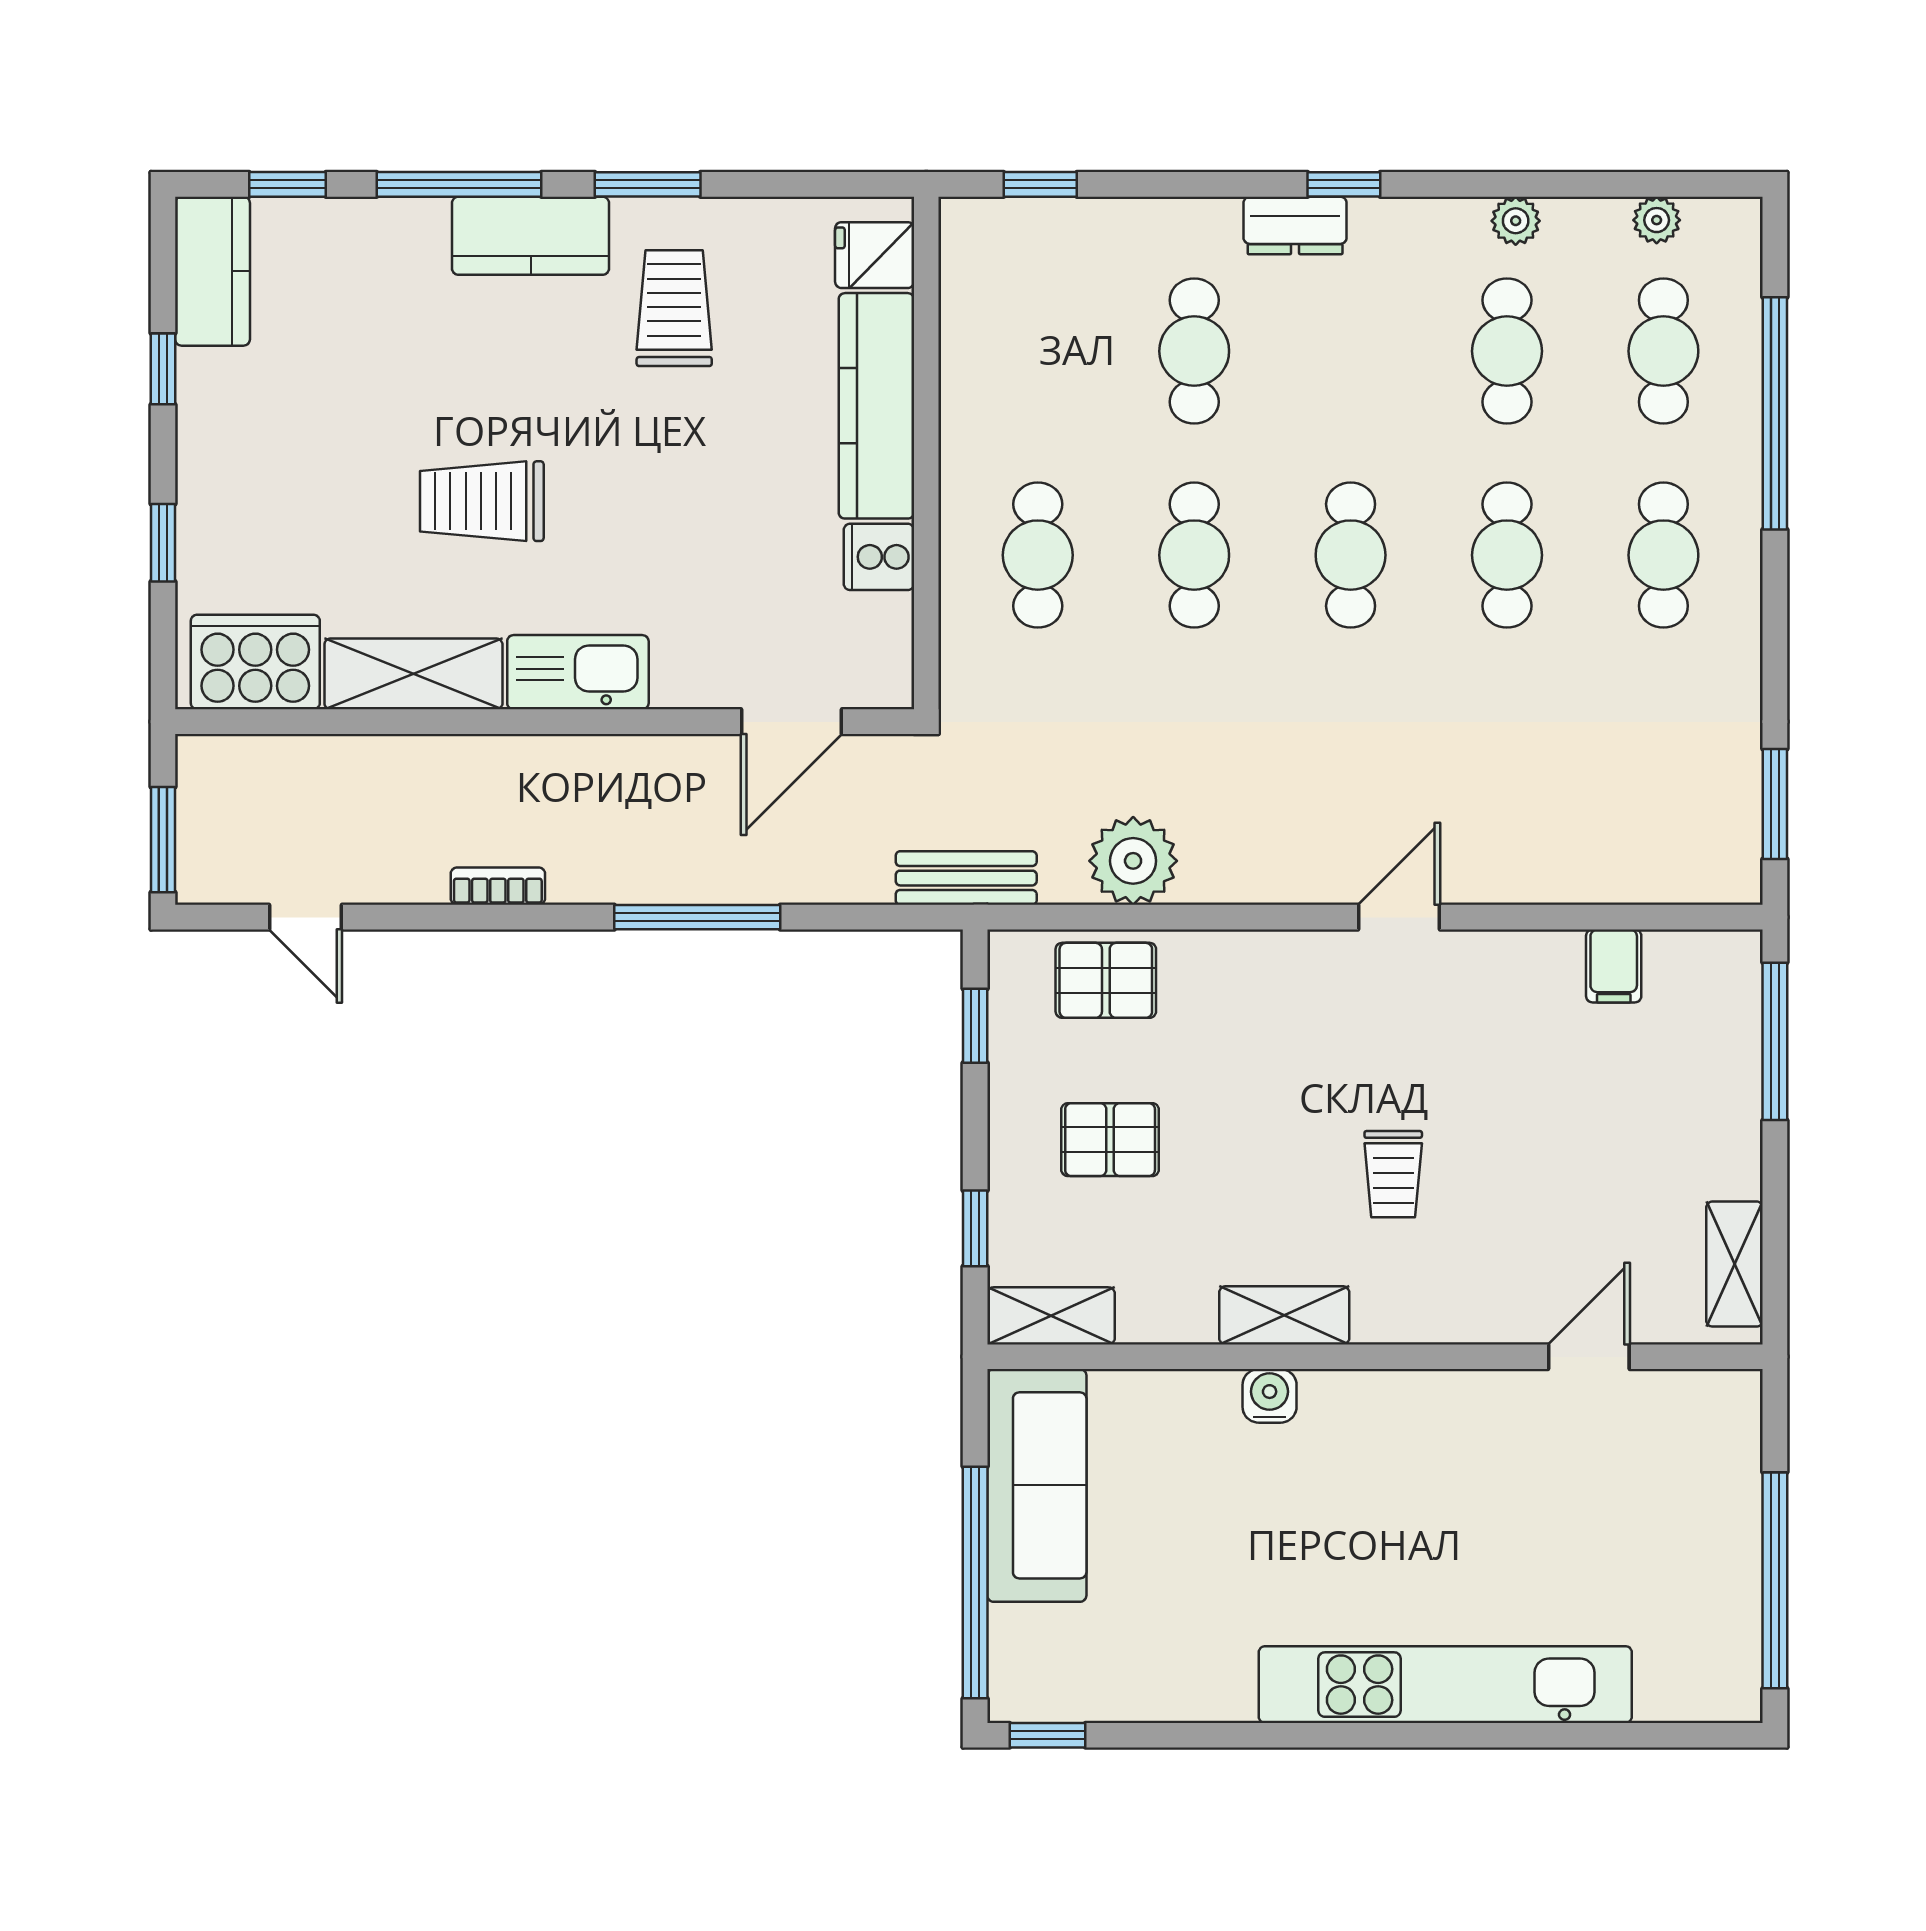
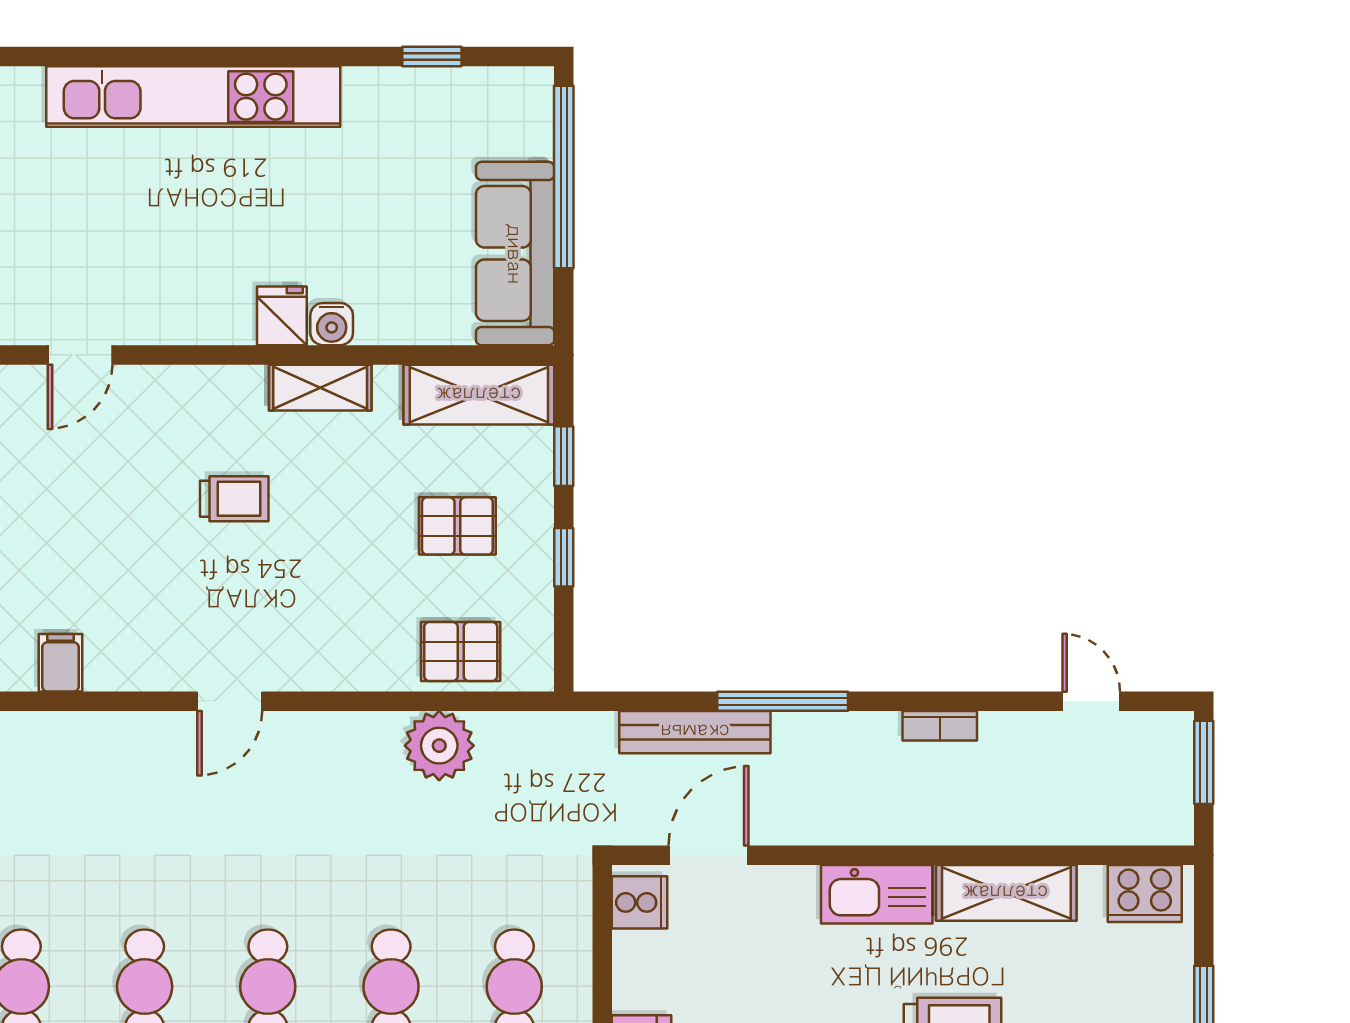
cooker: (879, 557) -> (639, 902), moved
cooker: (255, 662) -> (1145, 893), width x0.73, depth x0.76
bench: (966, 878) -> (695, 732), moved, width x1.36
window: (975, 1026) -> (564, 557), moved
trolley: (1393, 1174) -> (234, 499), turned 90
shelving: (1051, 1316) -> (479, 395), width x1.50, depth x1.33
fridge: (1333, 1406) -> (282, 316), added
window: (1047, 1735) -> (432, 57), moved

